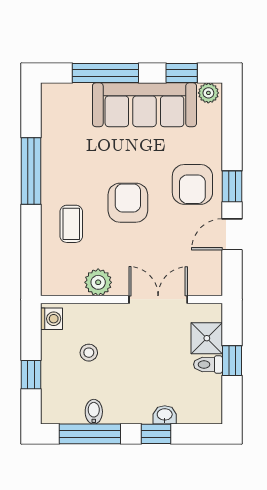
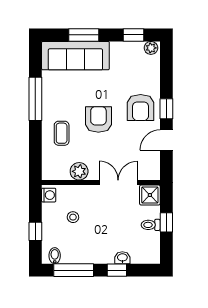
window: (105, 73) -> (84, 35), width x0.69
sofa: (144, 105) -> (75, 56), moved
shower: (207, 338) -> (150, 195), moved
bidet: (94, 412) -> (55, 256), moved

